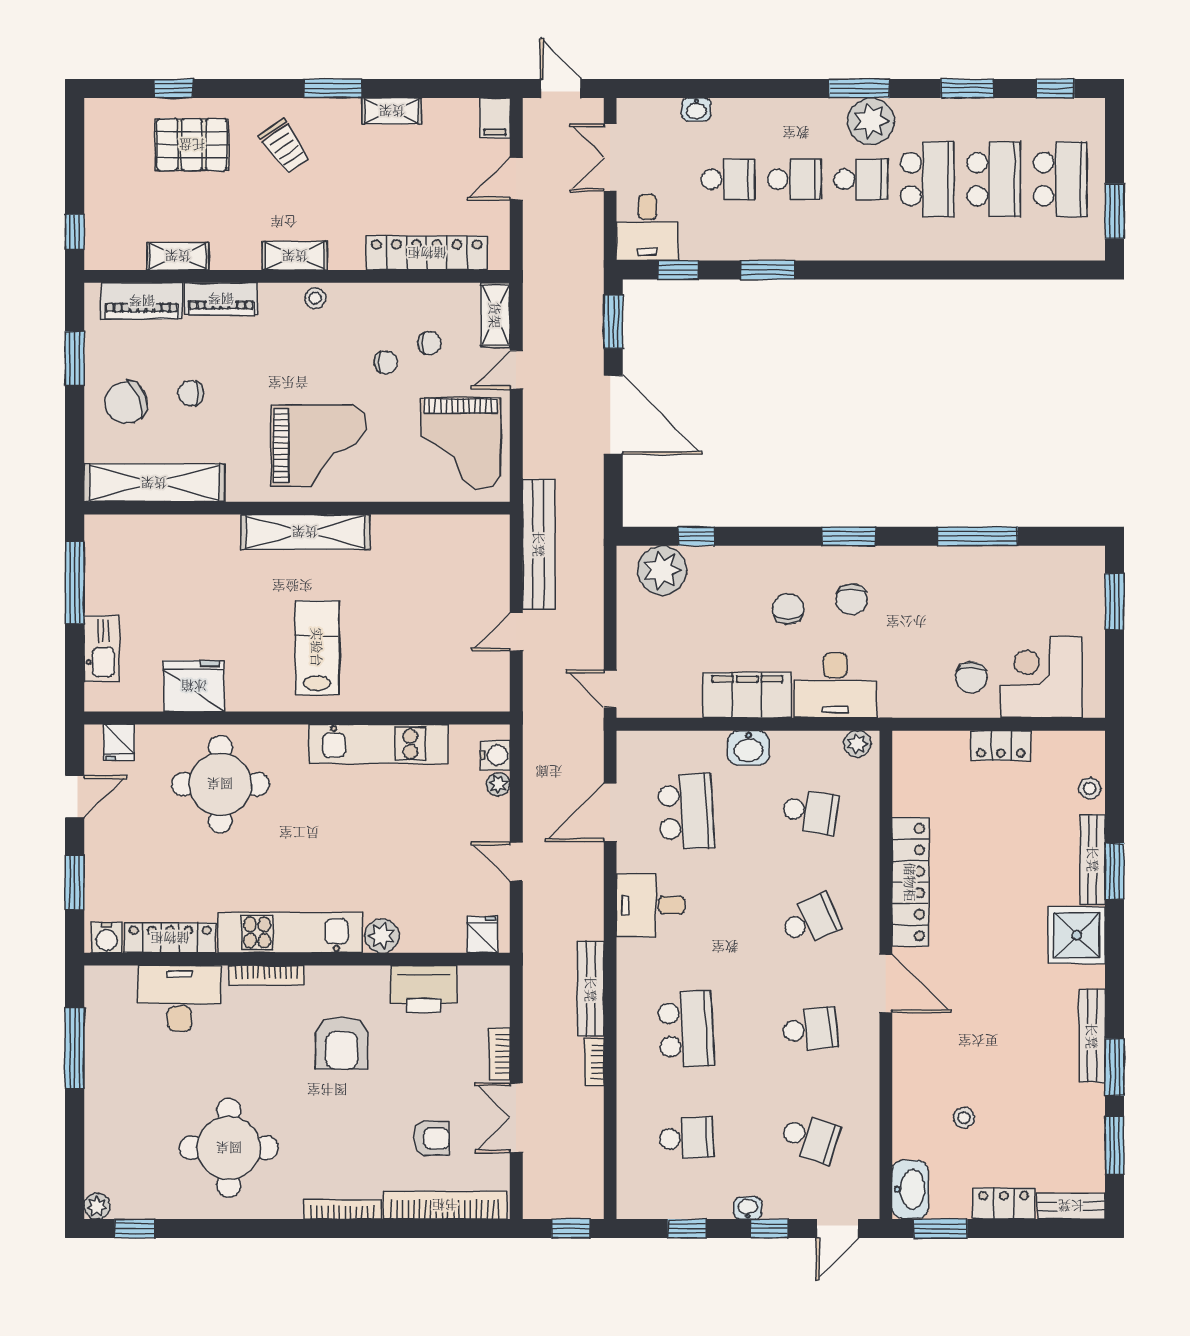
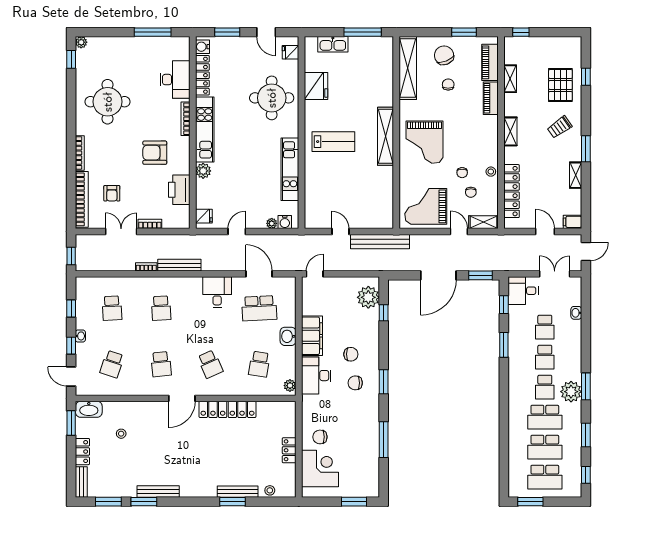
stool: (315, 298) -> (491, 172), moved
shower: (1077, 935) -> (203, 484), removed
school desk: (686, 1029) -> (161, 308), width x0.54

